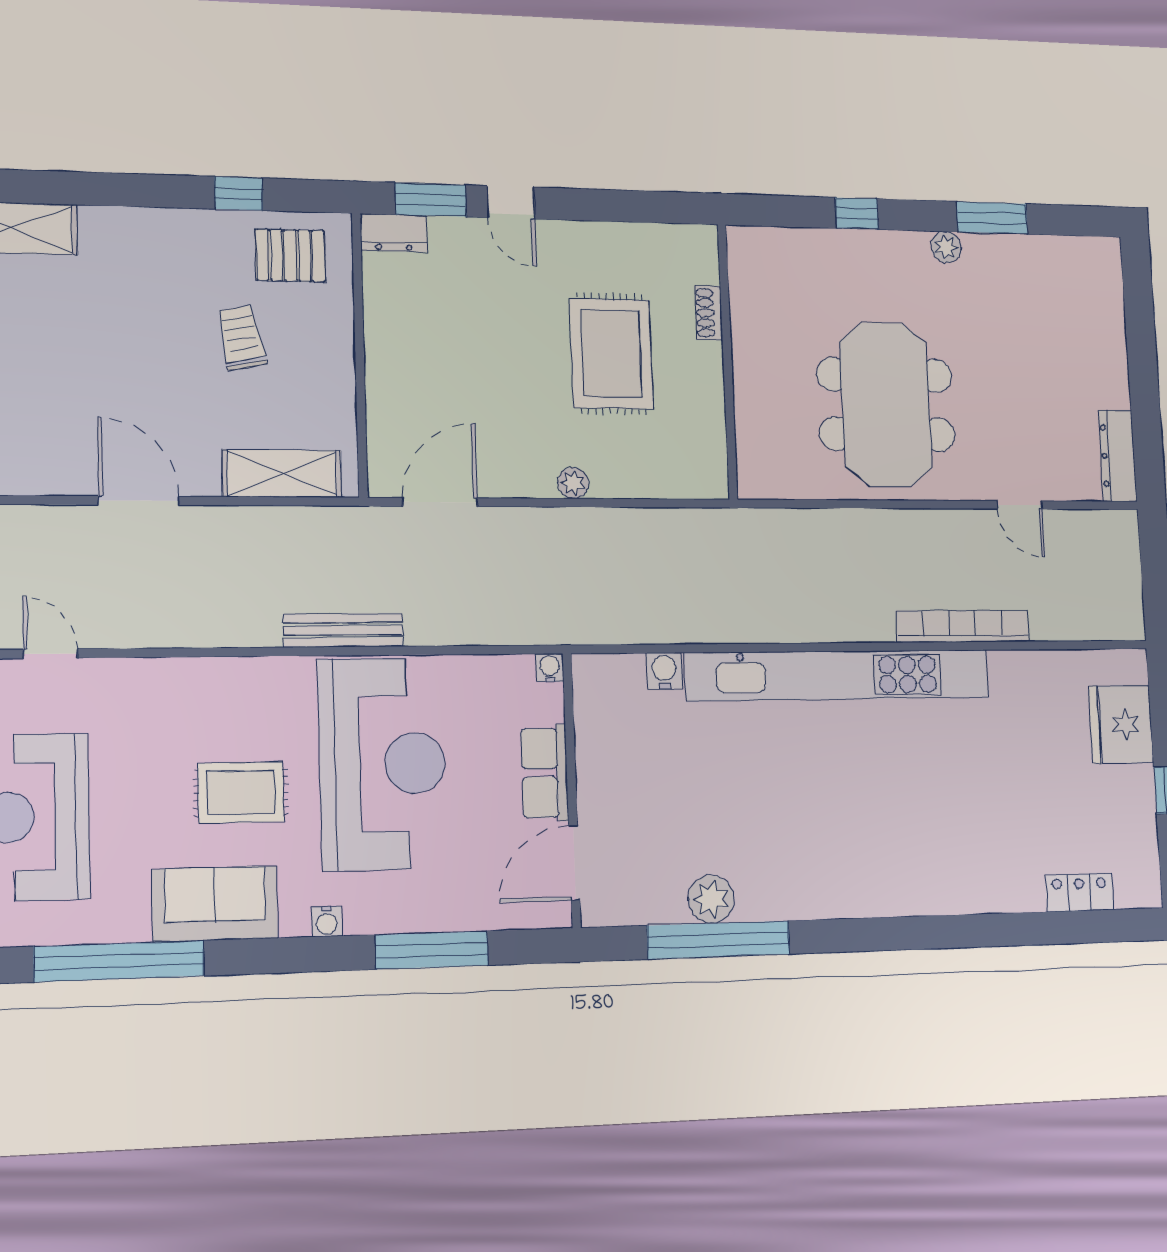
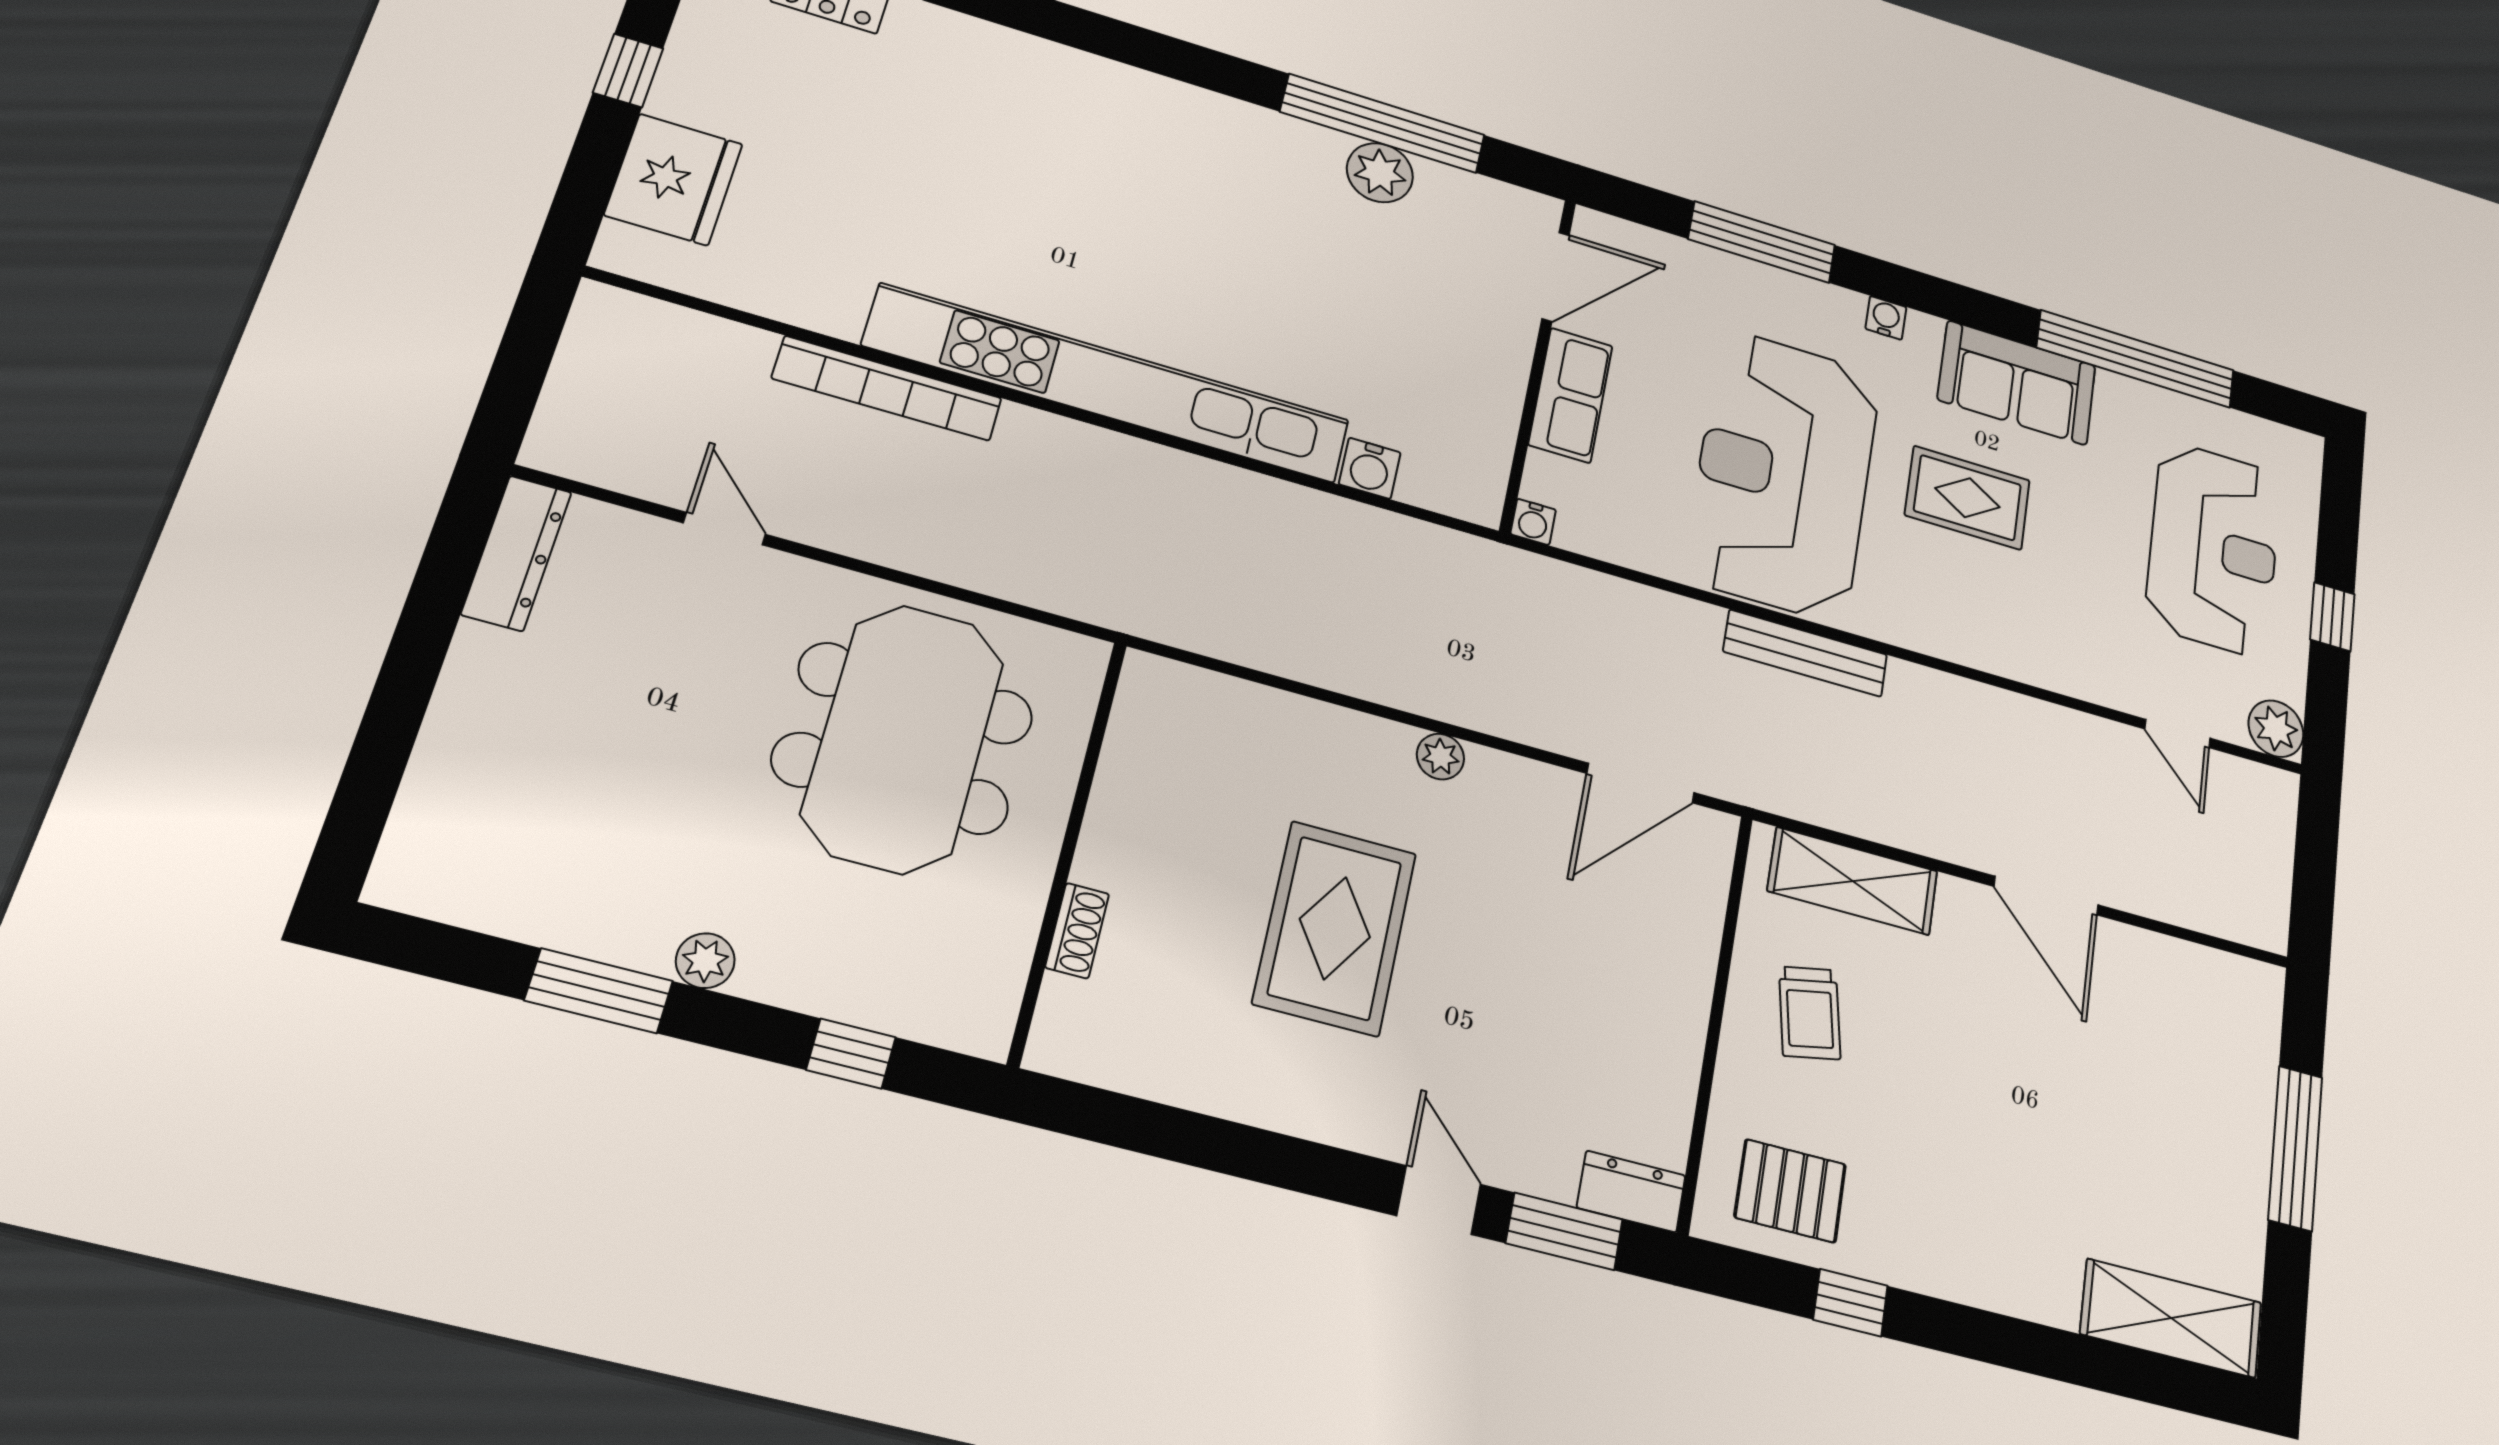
shoe rack: (709, 313) -> (1077, 931), moved
trolley: (241, 338) -> (1810, 1013), moved
wall: (727, 361) -> (1068, 849), moved

